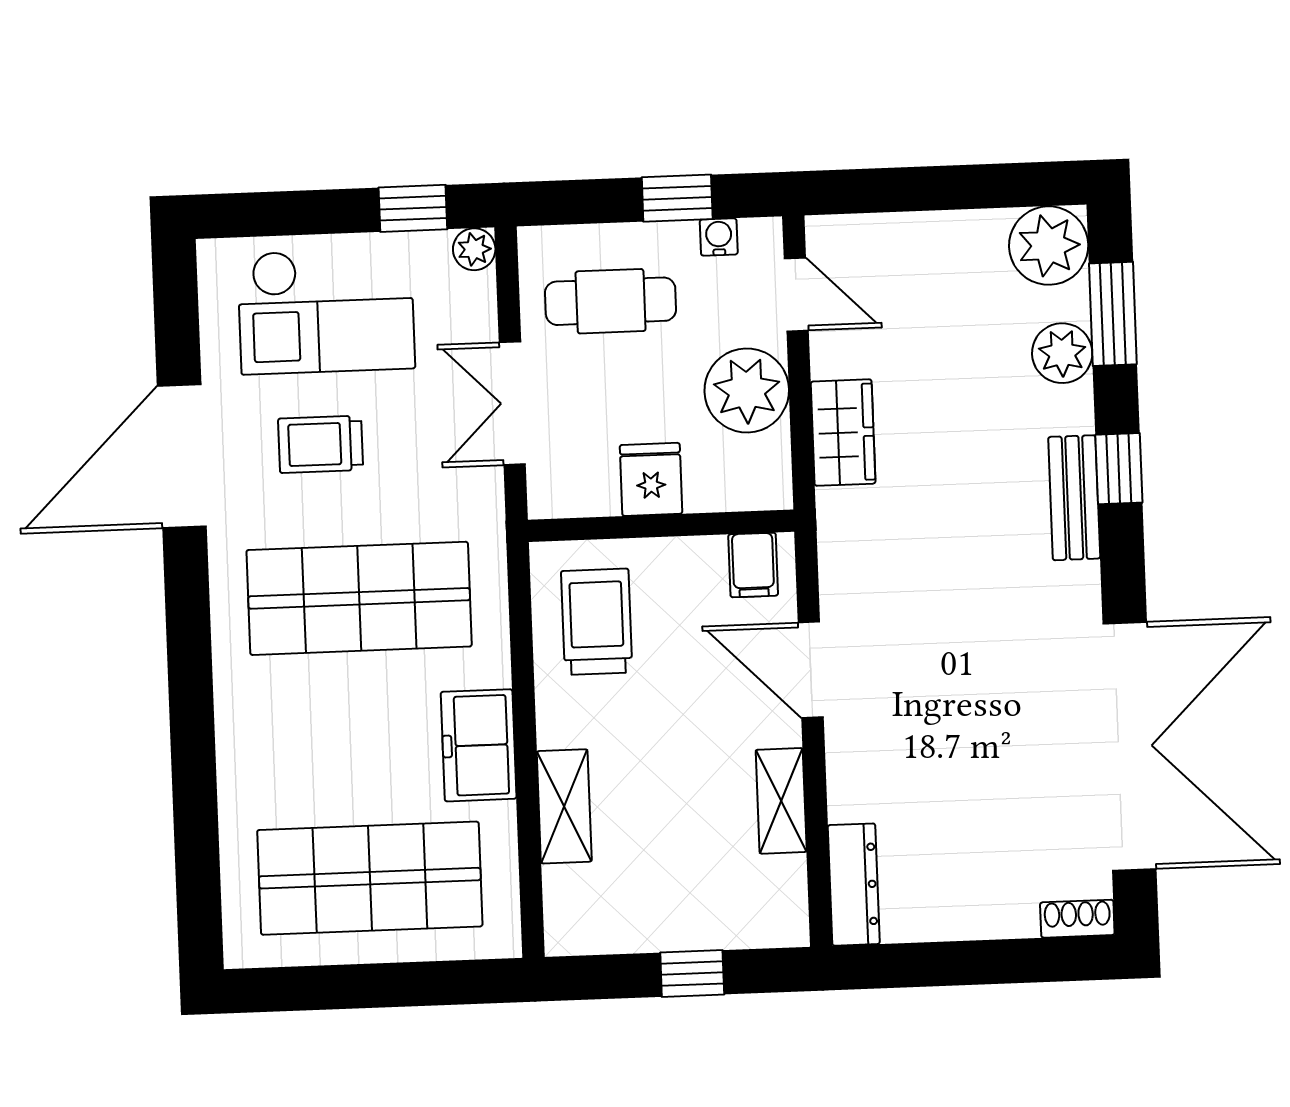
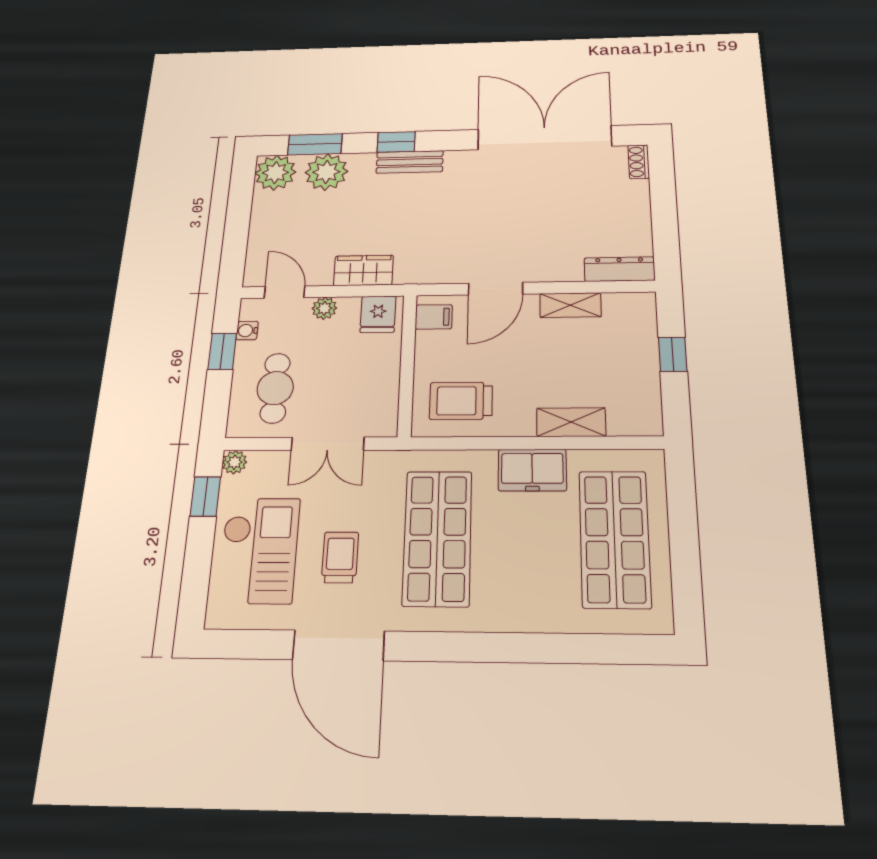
door: (796, 294) -> (285, 292), hinge flipped
plant: (1062, 353) -> (326, 172), width x1.36, depth x1.36
plant: (747, 390) -> (324, 308), width x0.53, depth x0.53
trolley: (321, 444) -> (340, 557), turned 180
fridge: (651, 479) -> (378, 314), moved, turned -90

